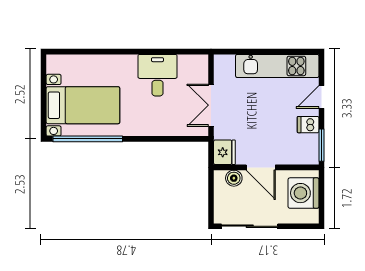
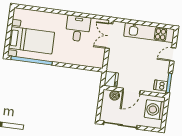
double door: (211, 105) -> (109, 36), moved
dishwasher: (308, 125) -> (161, 85), moved
door: (261, 167) -> (131, 91), hinge flipped

